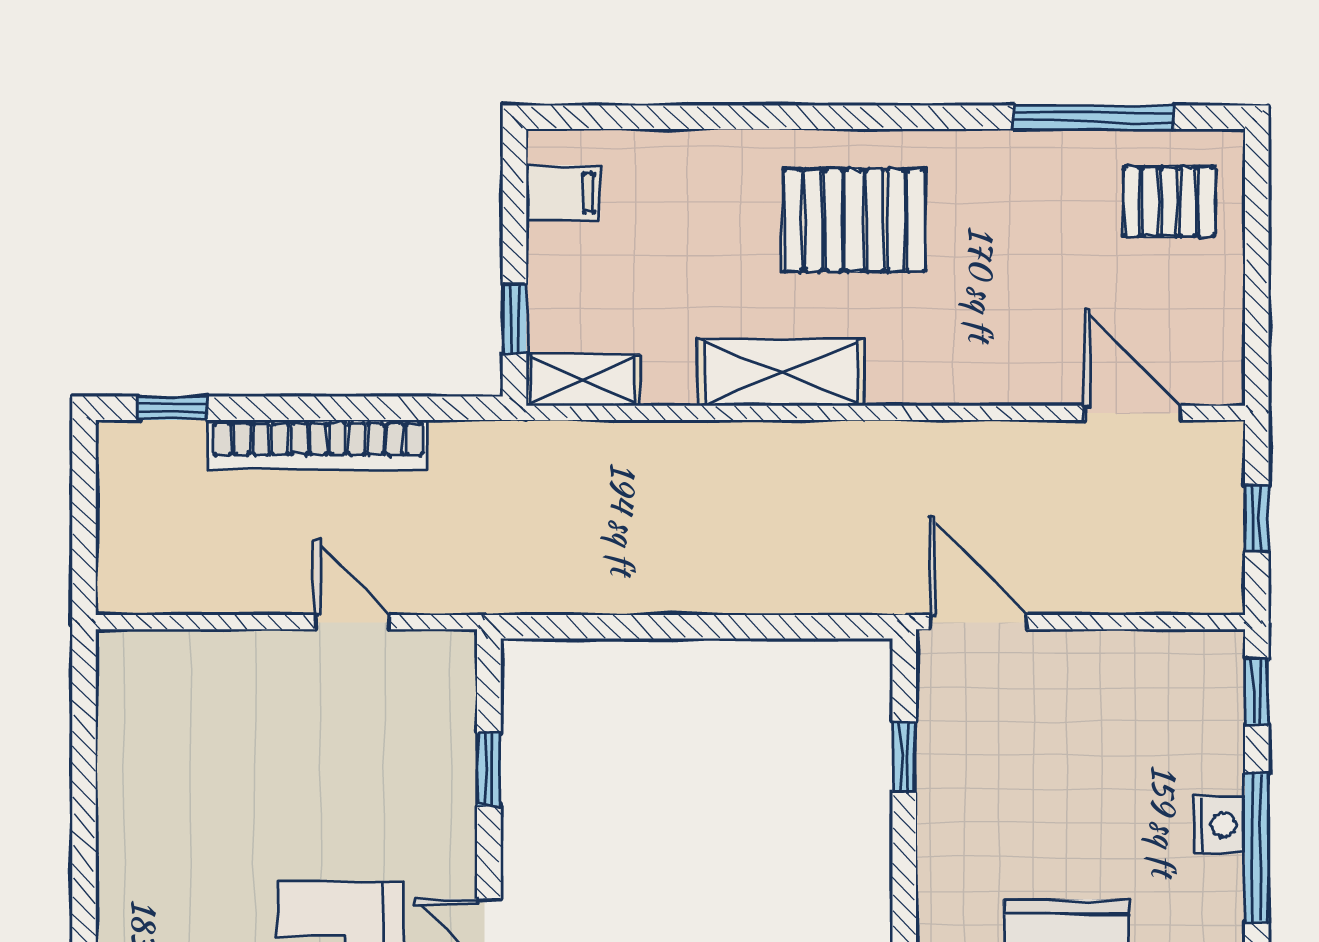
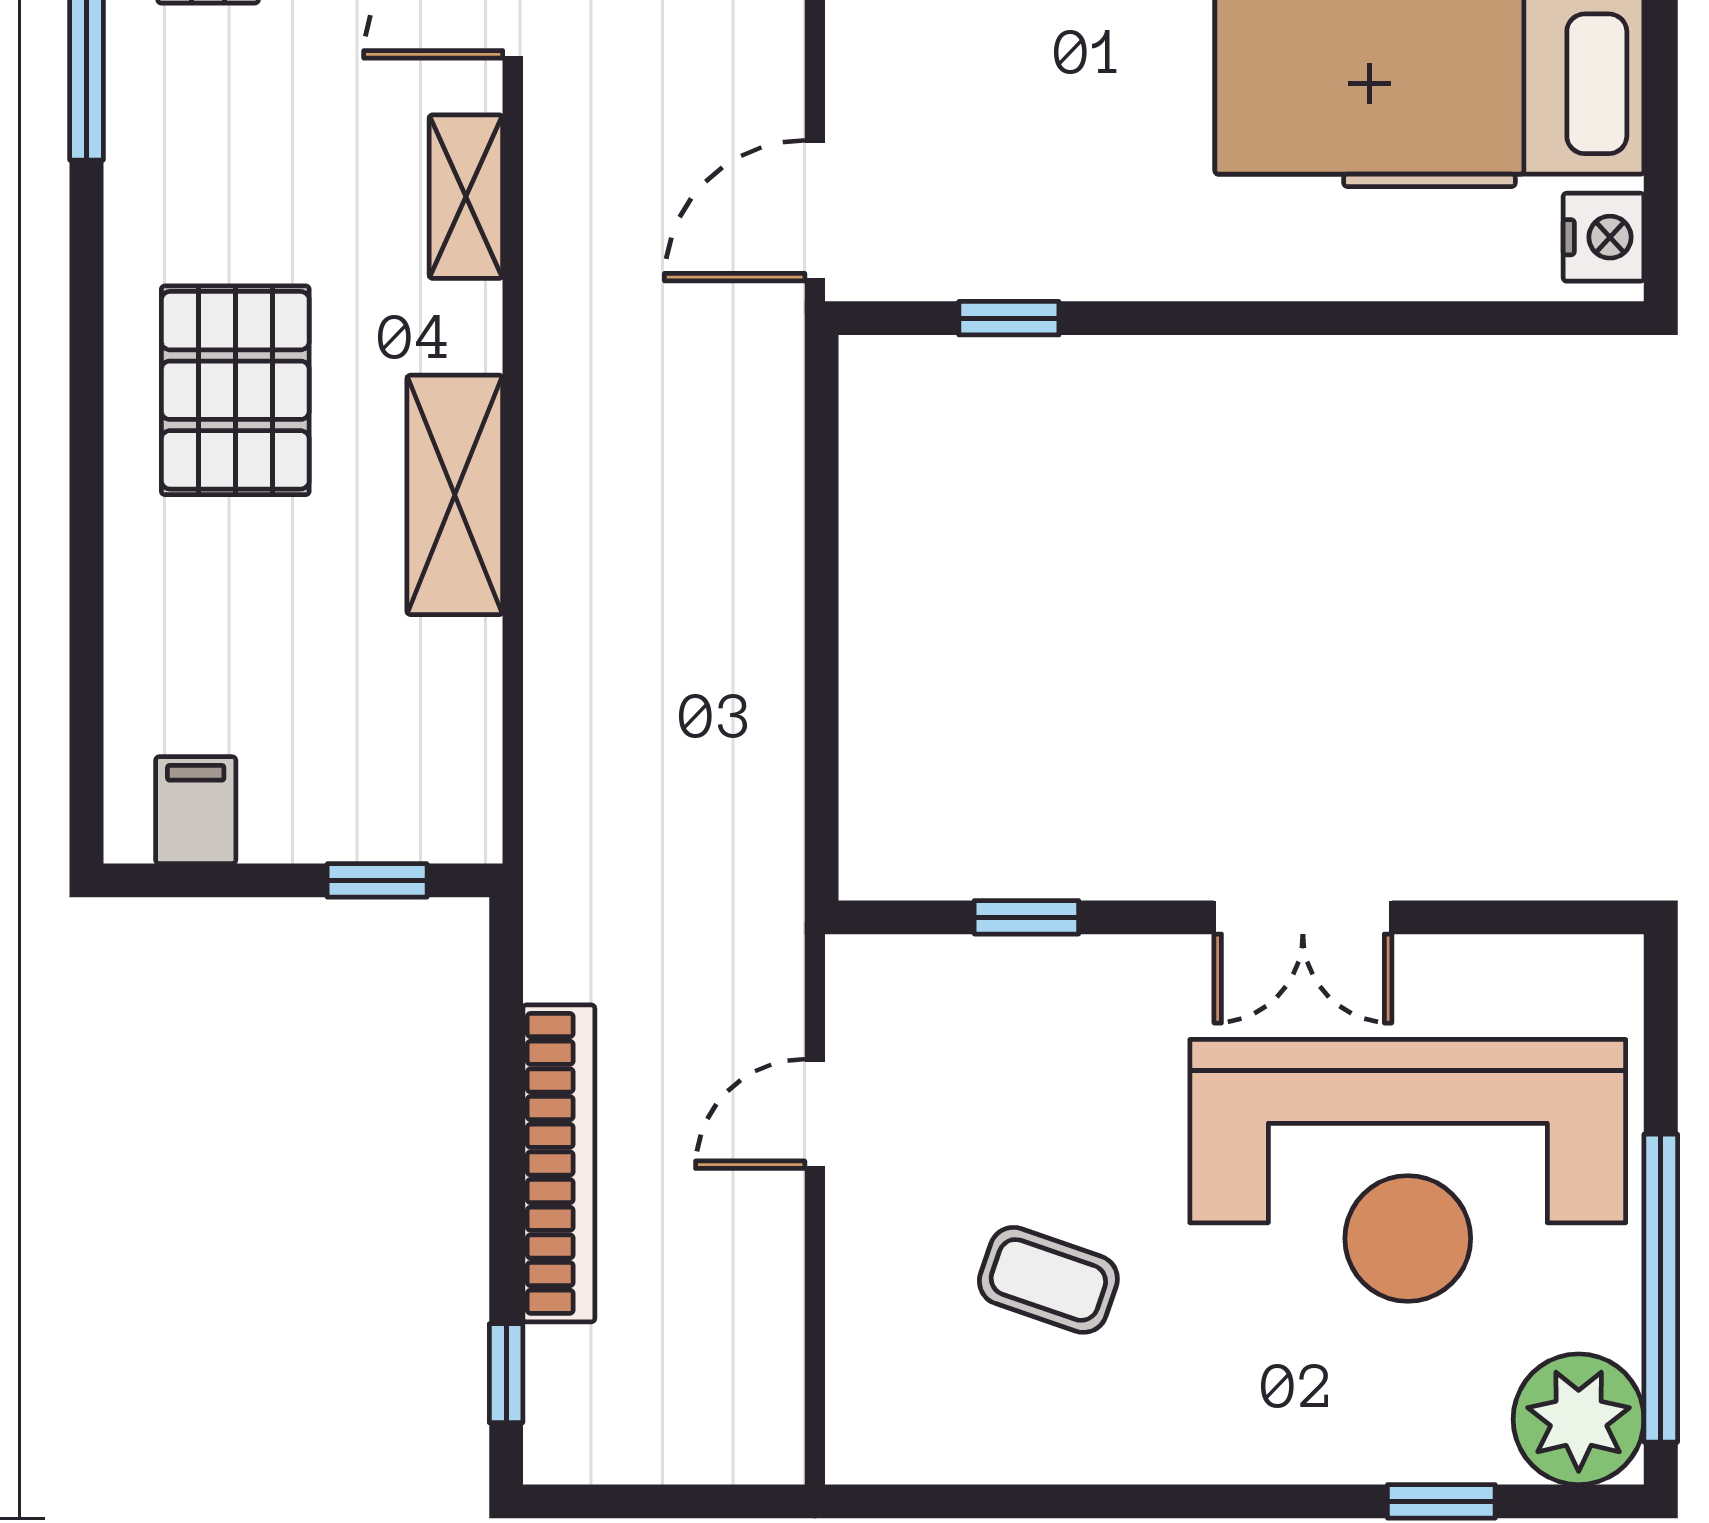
shelving: (583, 380) -> (466, 197), moved
coffee table: (238, 784) -> (1048, 1280), added

